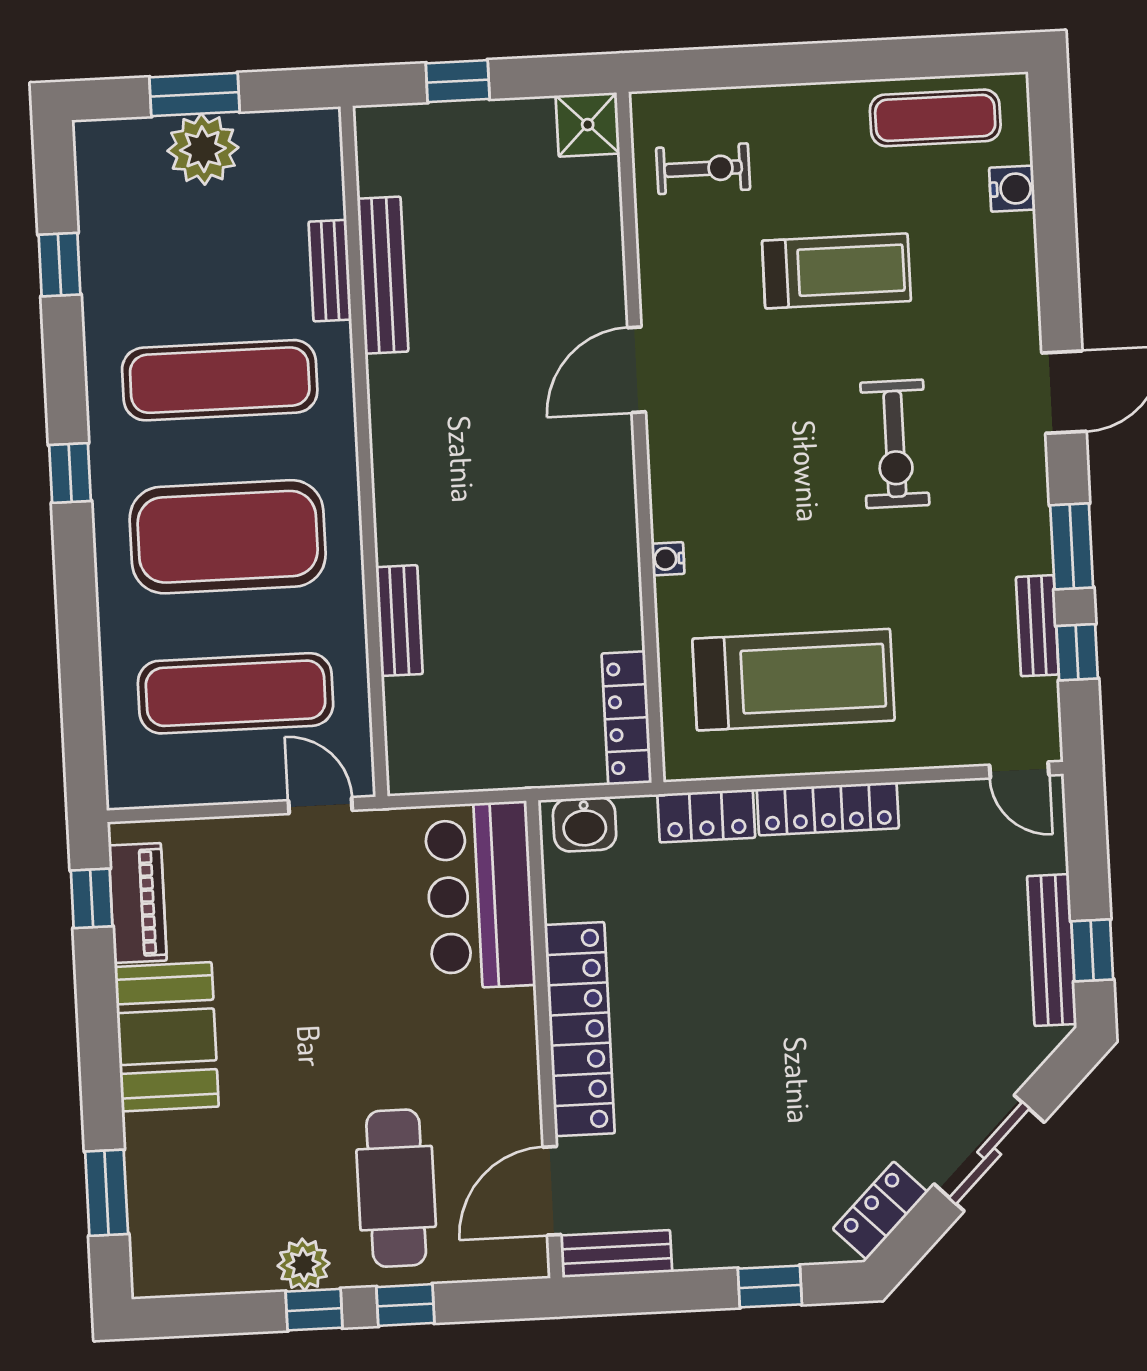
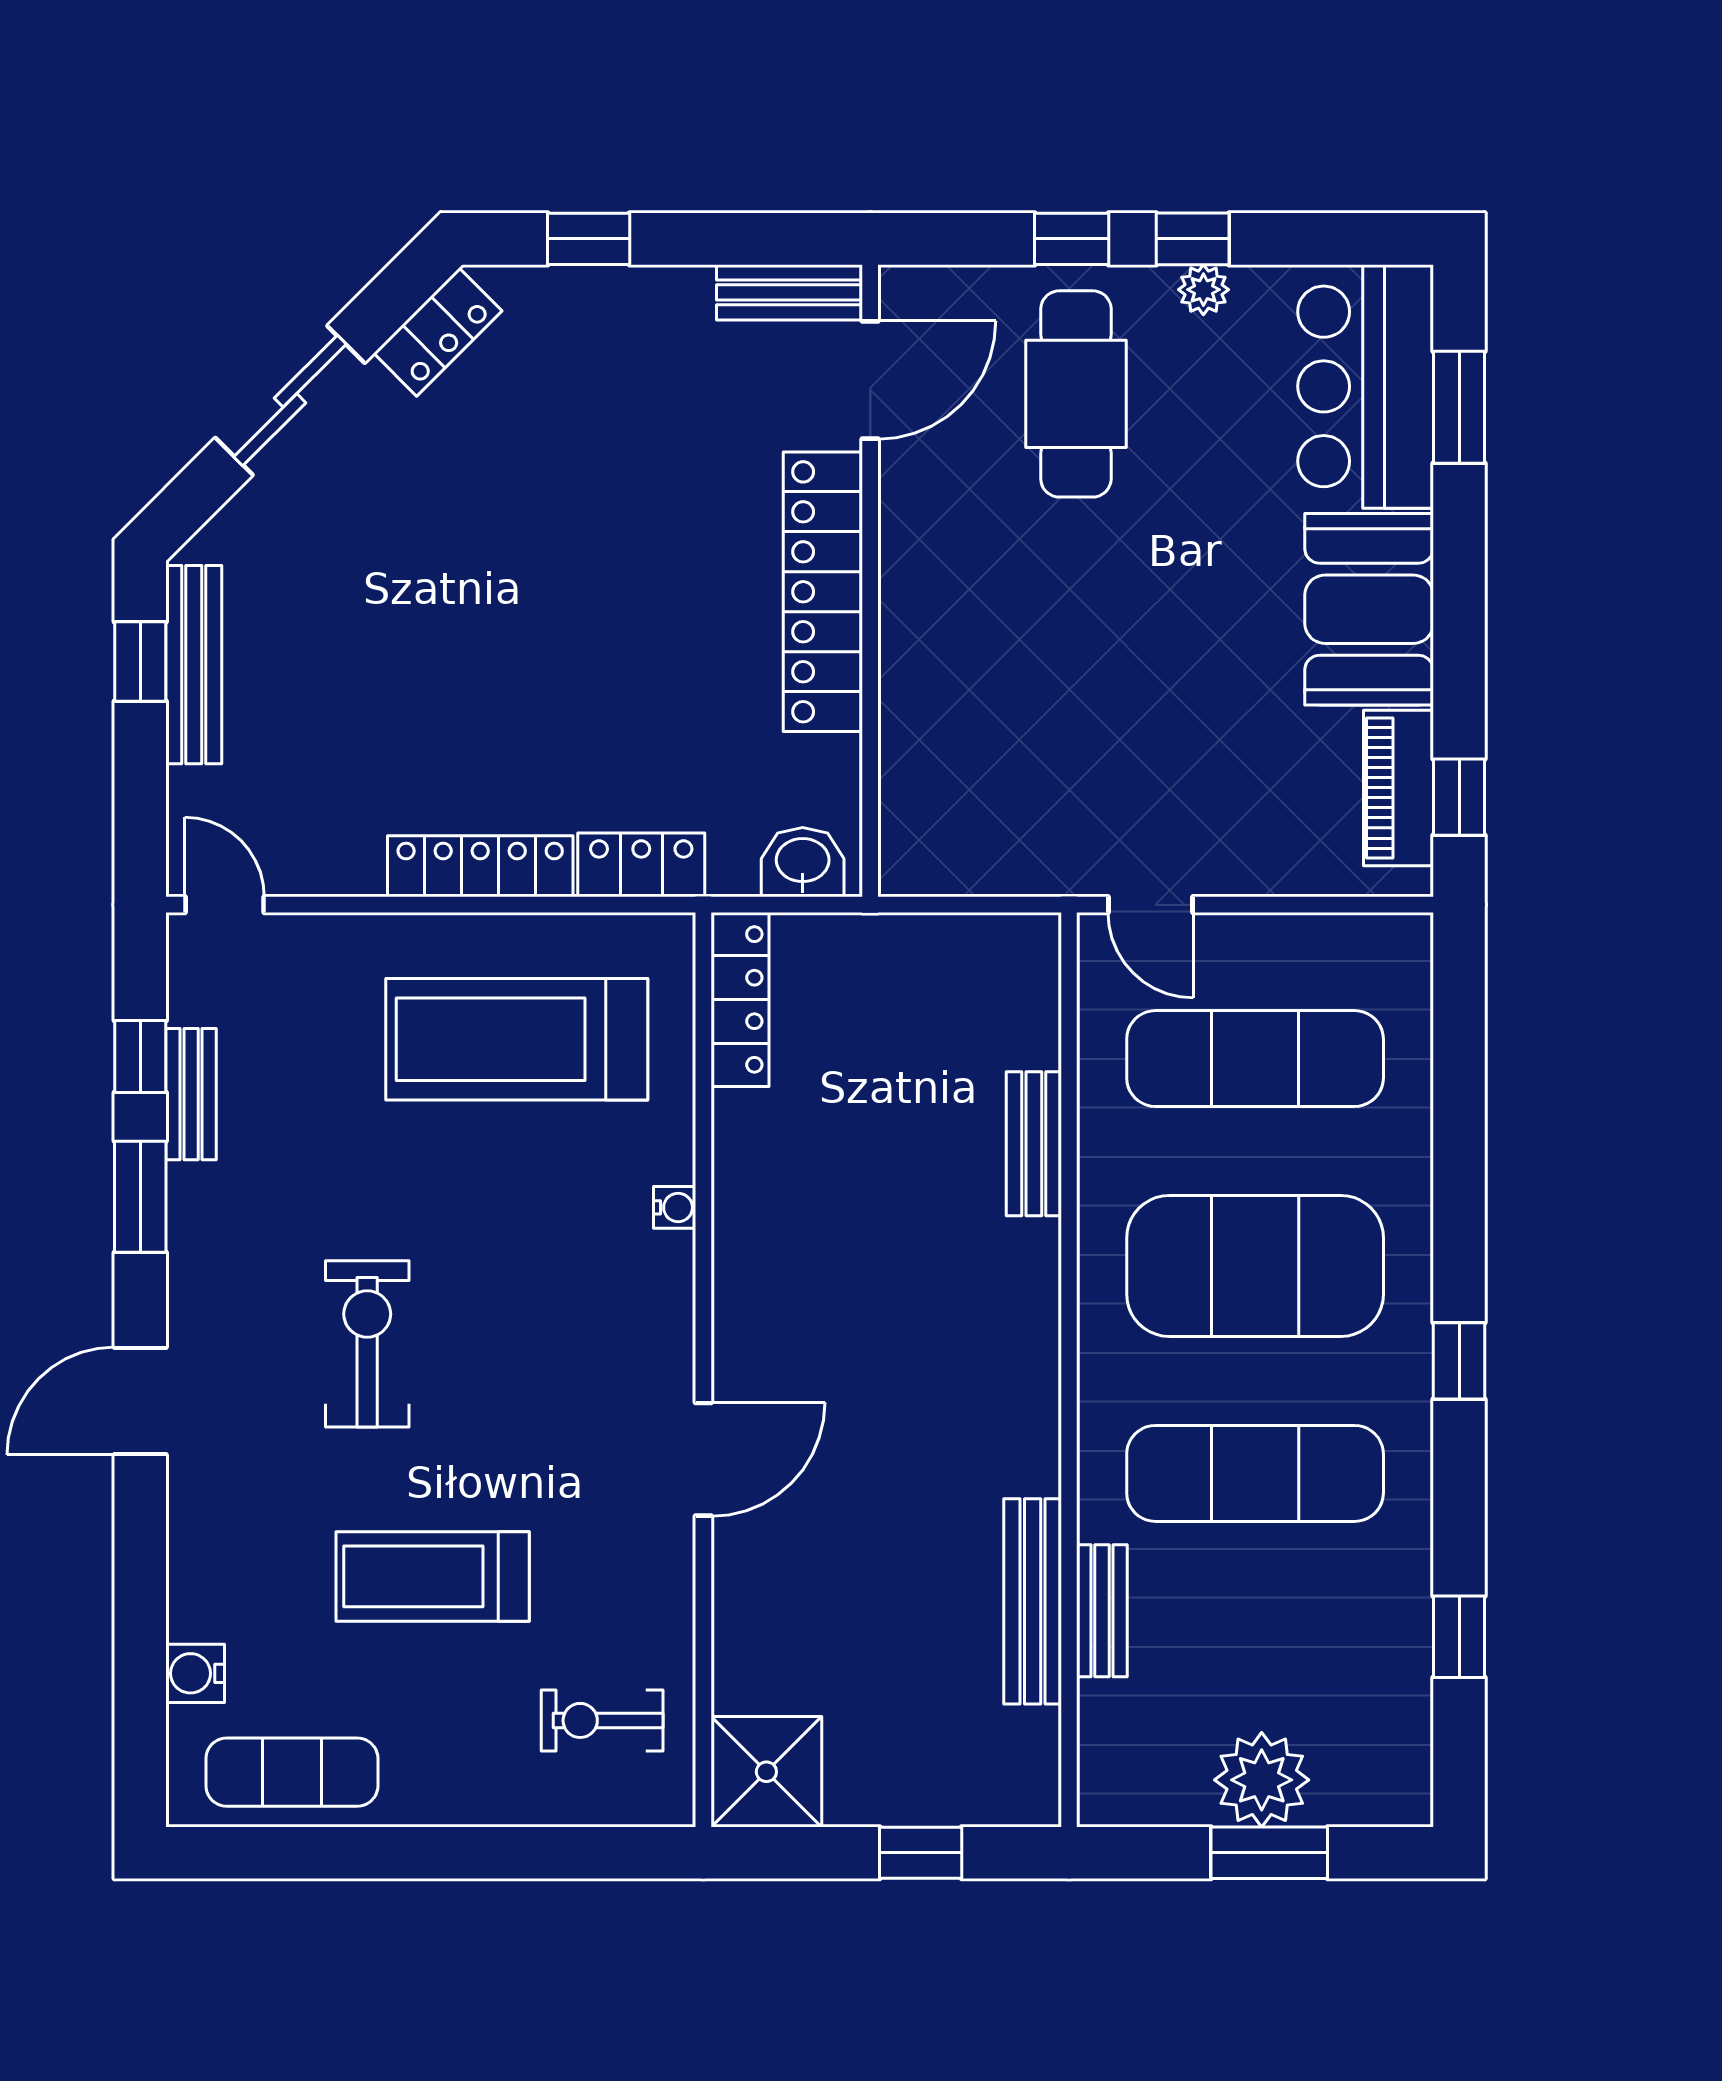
shower: (588, 125) -> (766, 1772), width x1.36, depth x1.36
bar counter: (480, 895) -> (1366, 386), moved, turned 180
plant: (304, 1265) -> (1203, 290), width x0.73, depth x0.73

